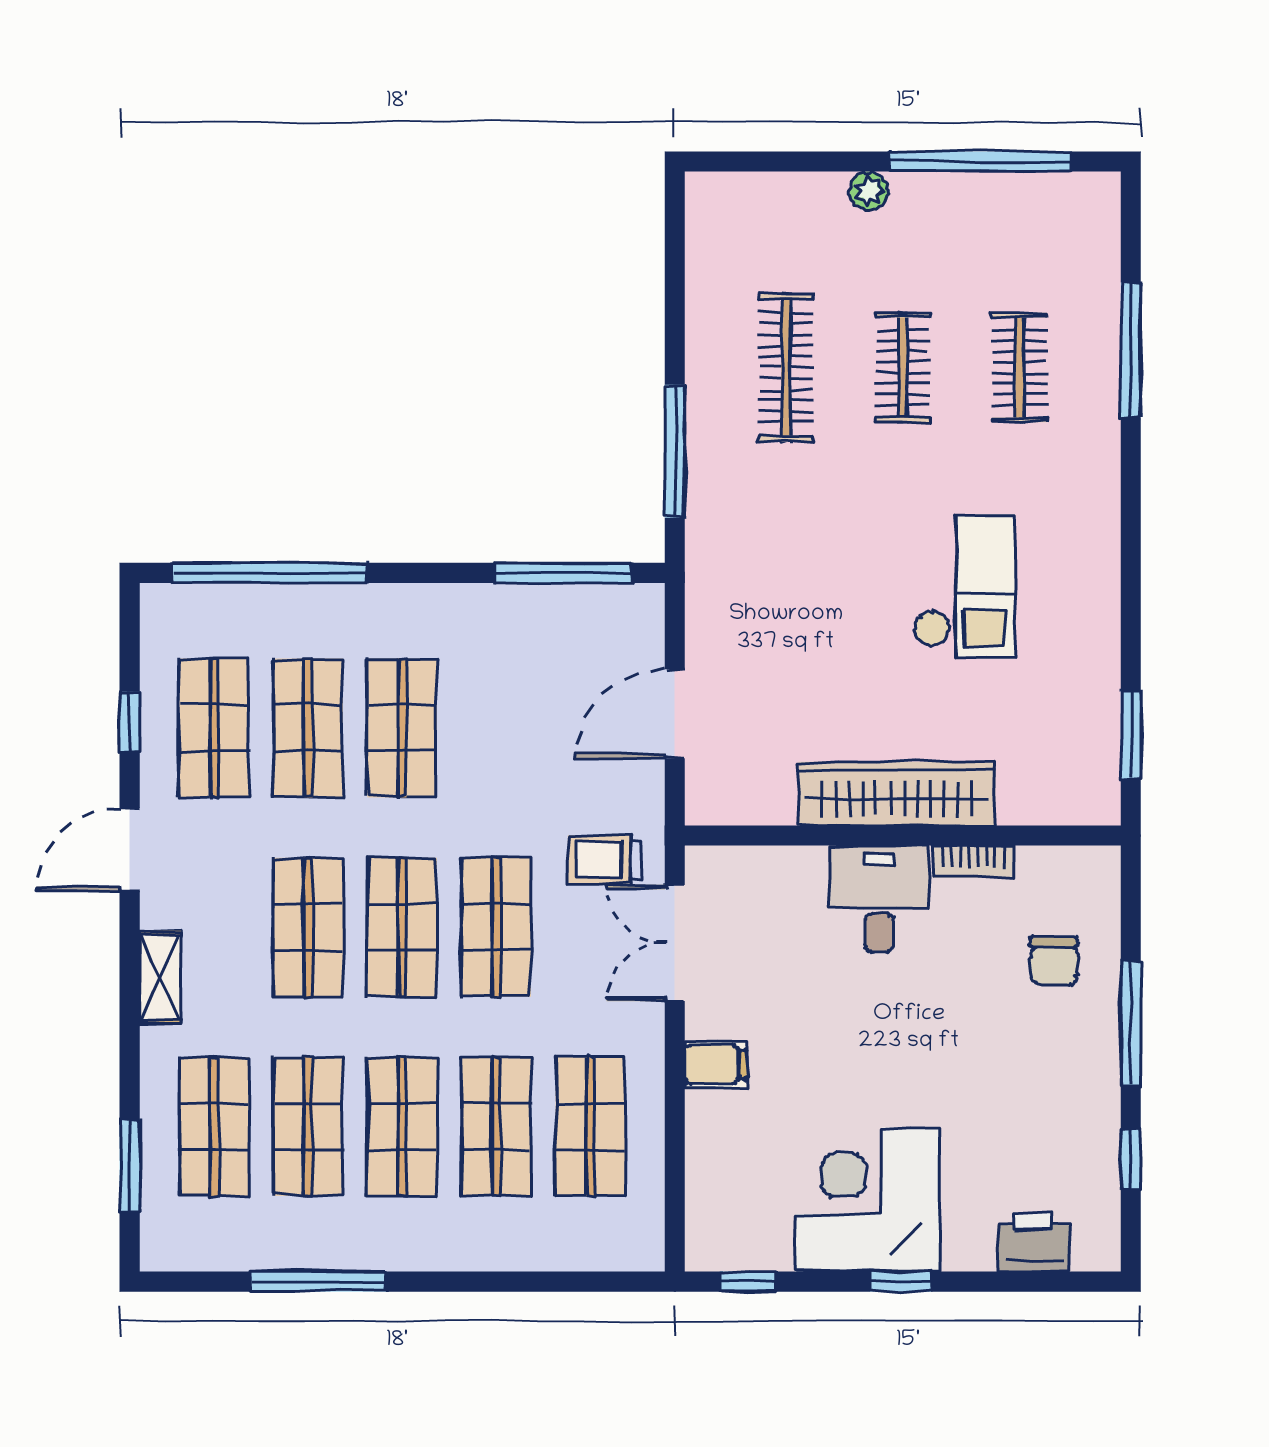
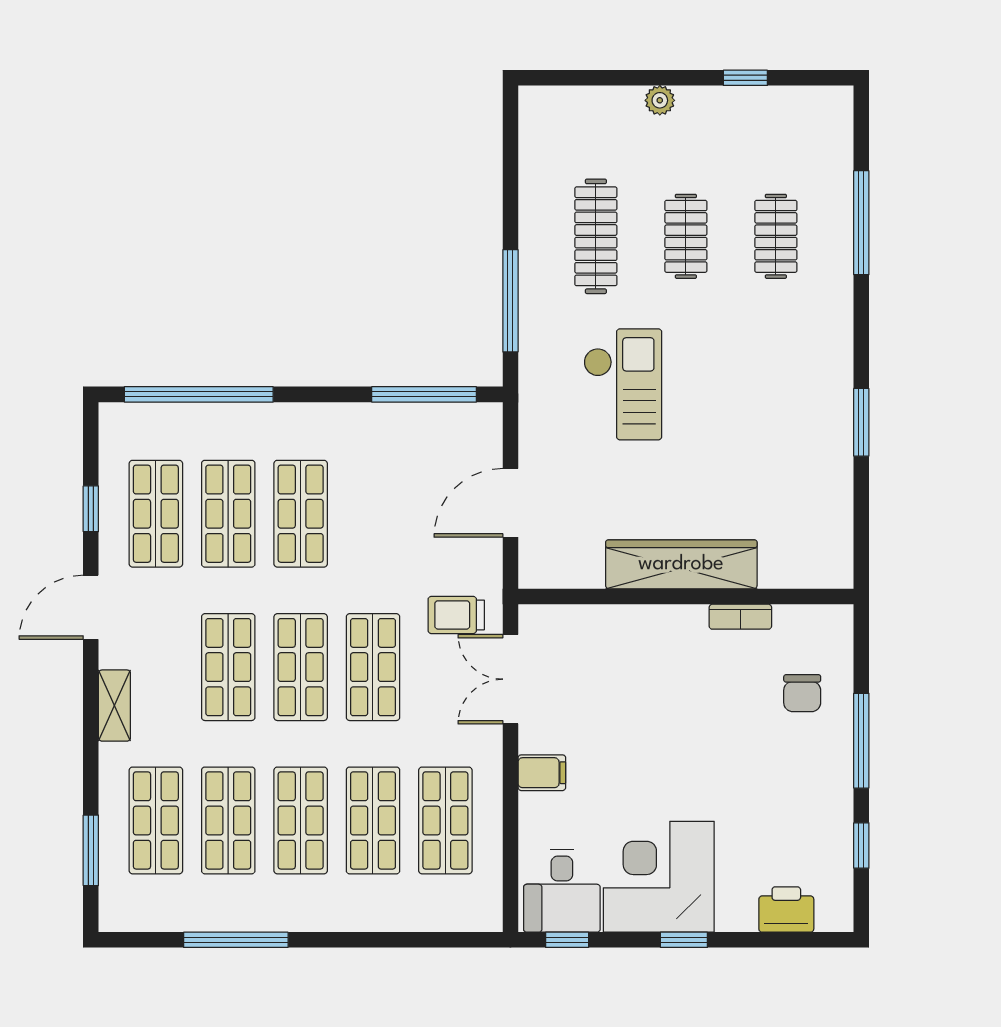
window: (980, 161) -> (745, 78), width x0.32
checkout: (964, 586) -> (623, 384), moved
window: (1131, 735) -> (861, 422), moved
desk: (879, 899) -> (562, 891), moved, turned 180

